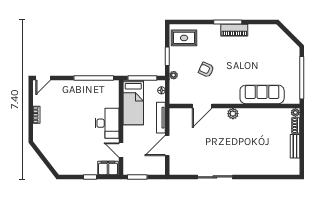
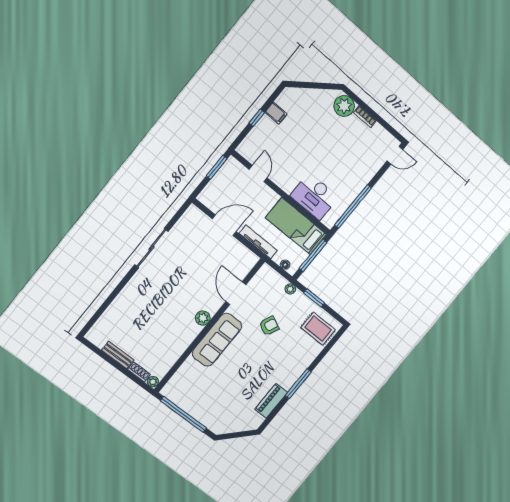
piano: (234, 30) -> (271, 401), moved
rug: (184, 38) -> (318, 329), turned 90
door: (43, 78) -> (395, 155), swing flipped
sofa: (262, 94) -> (217, 340), moved
desk: (107, 123) -> (314, 196), moved
plant: (41, 132) -> (344, 106), added
door: (167, 145) -> (224, 225), hinge flipped
door: (121, 150) -> (258, 174), hinge flipped
filing cabinet: (108, 168) -> (276, 113), moved, width x0.50

